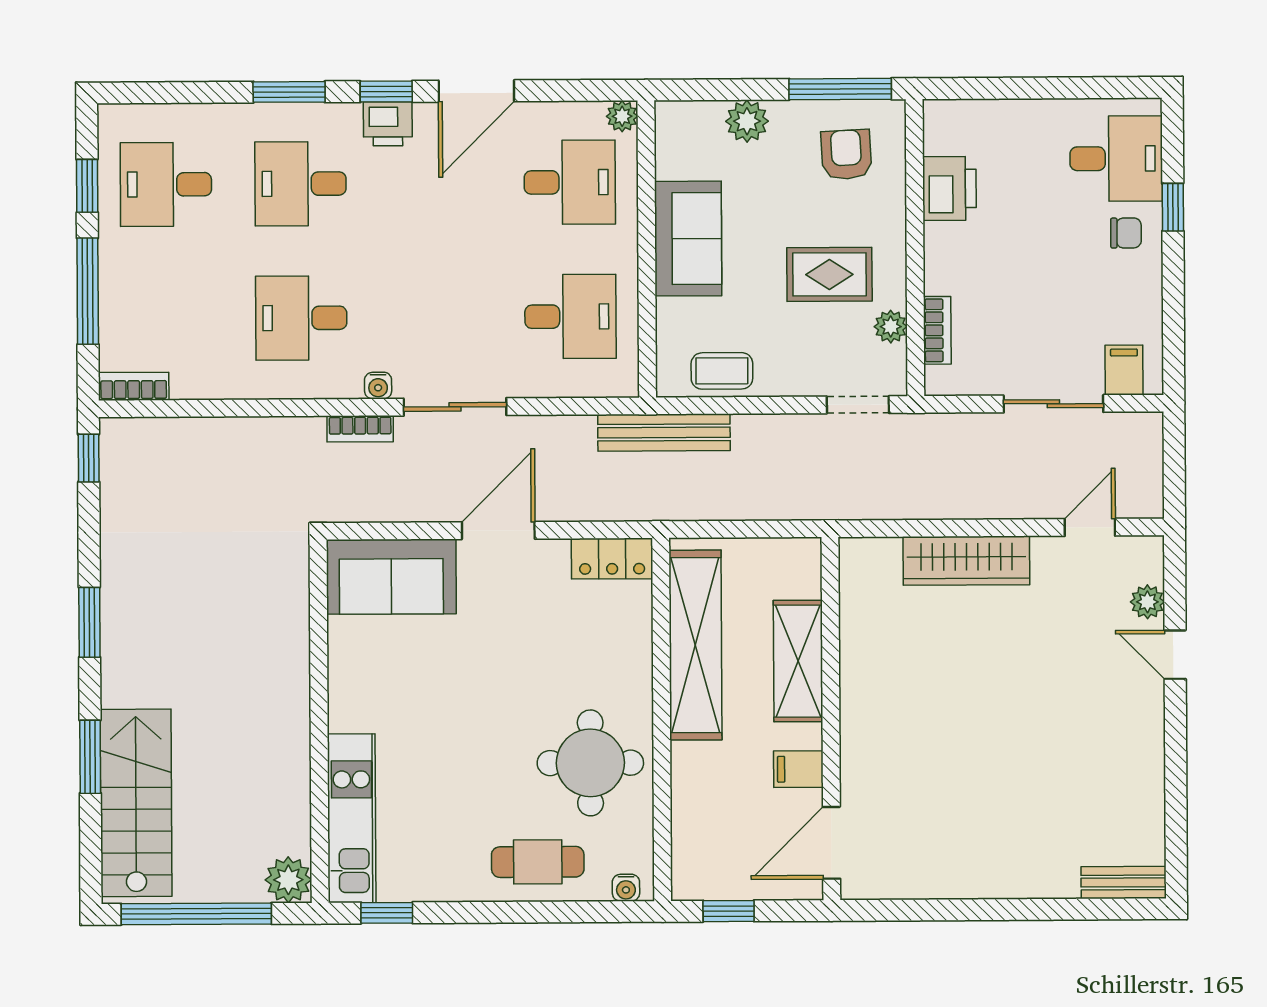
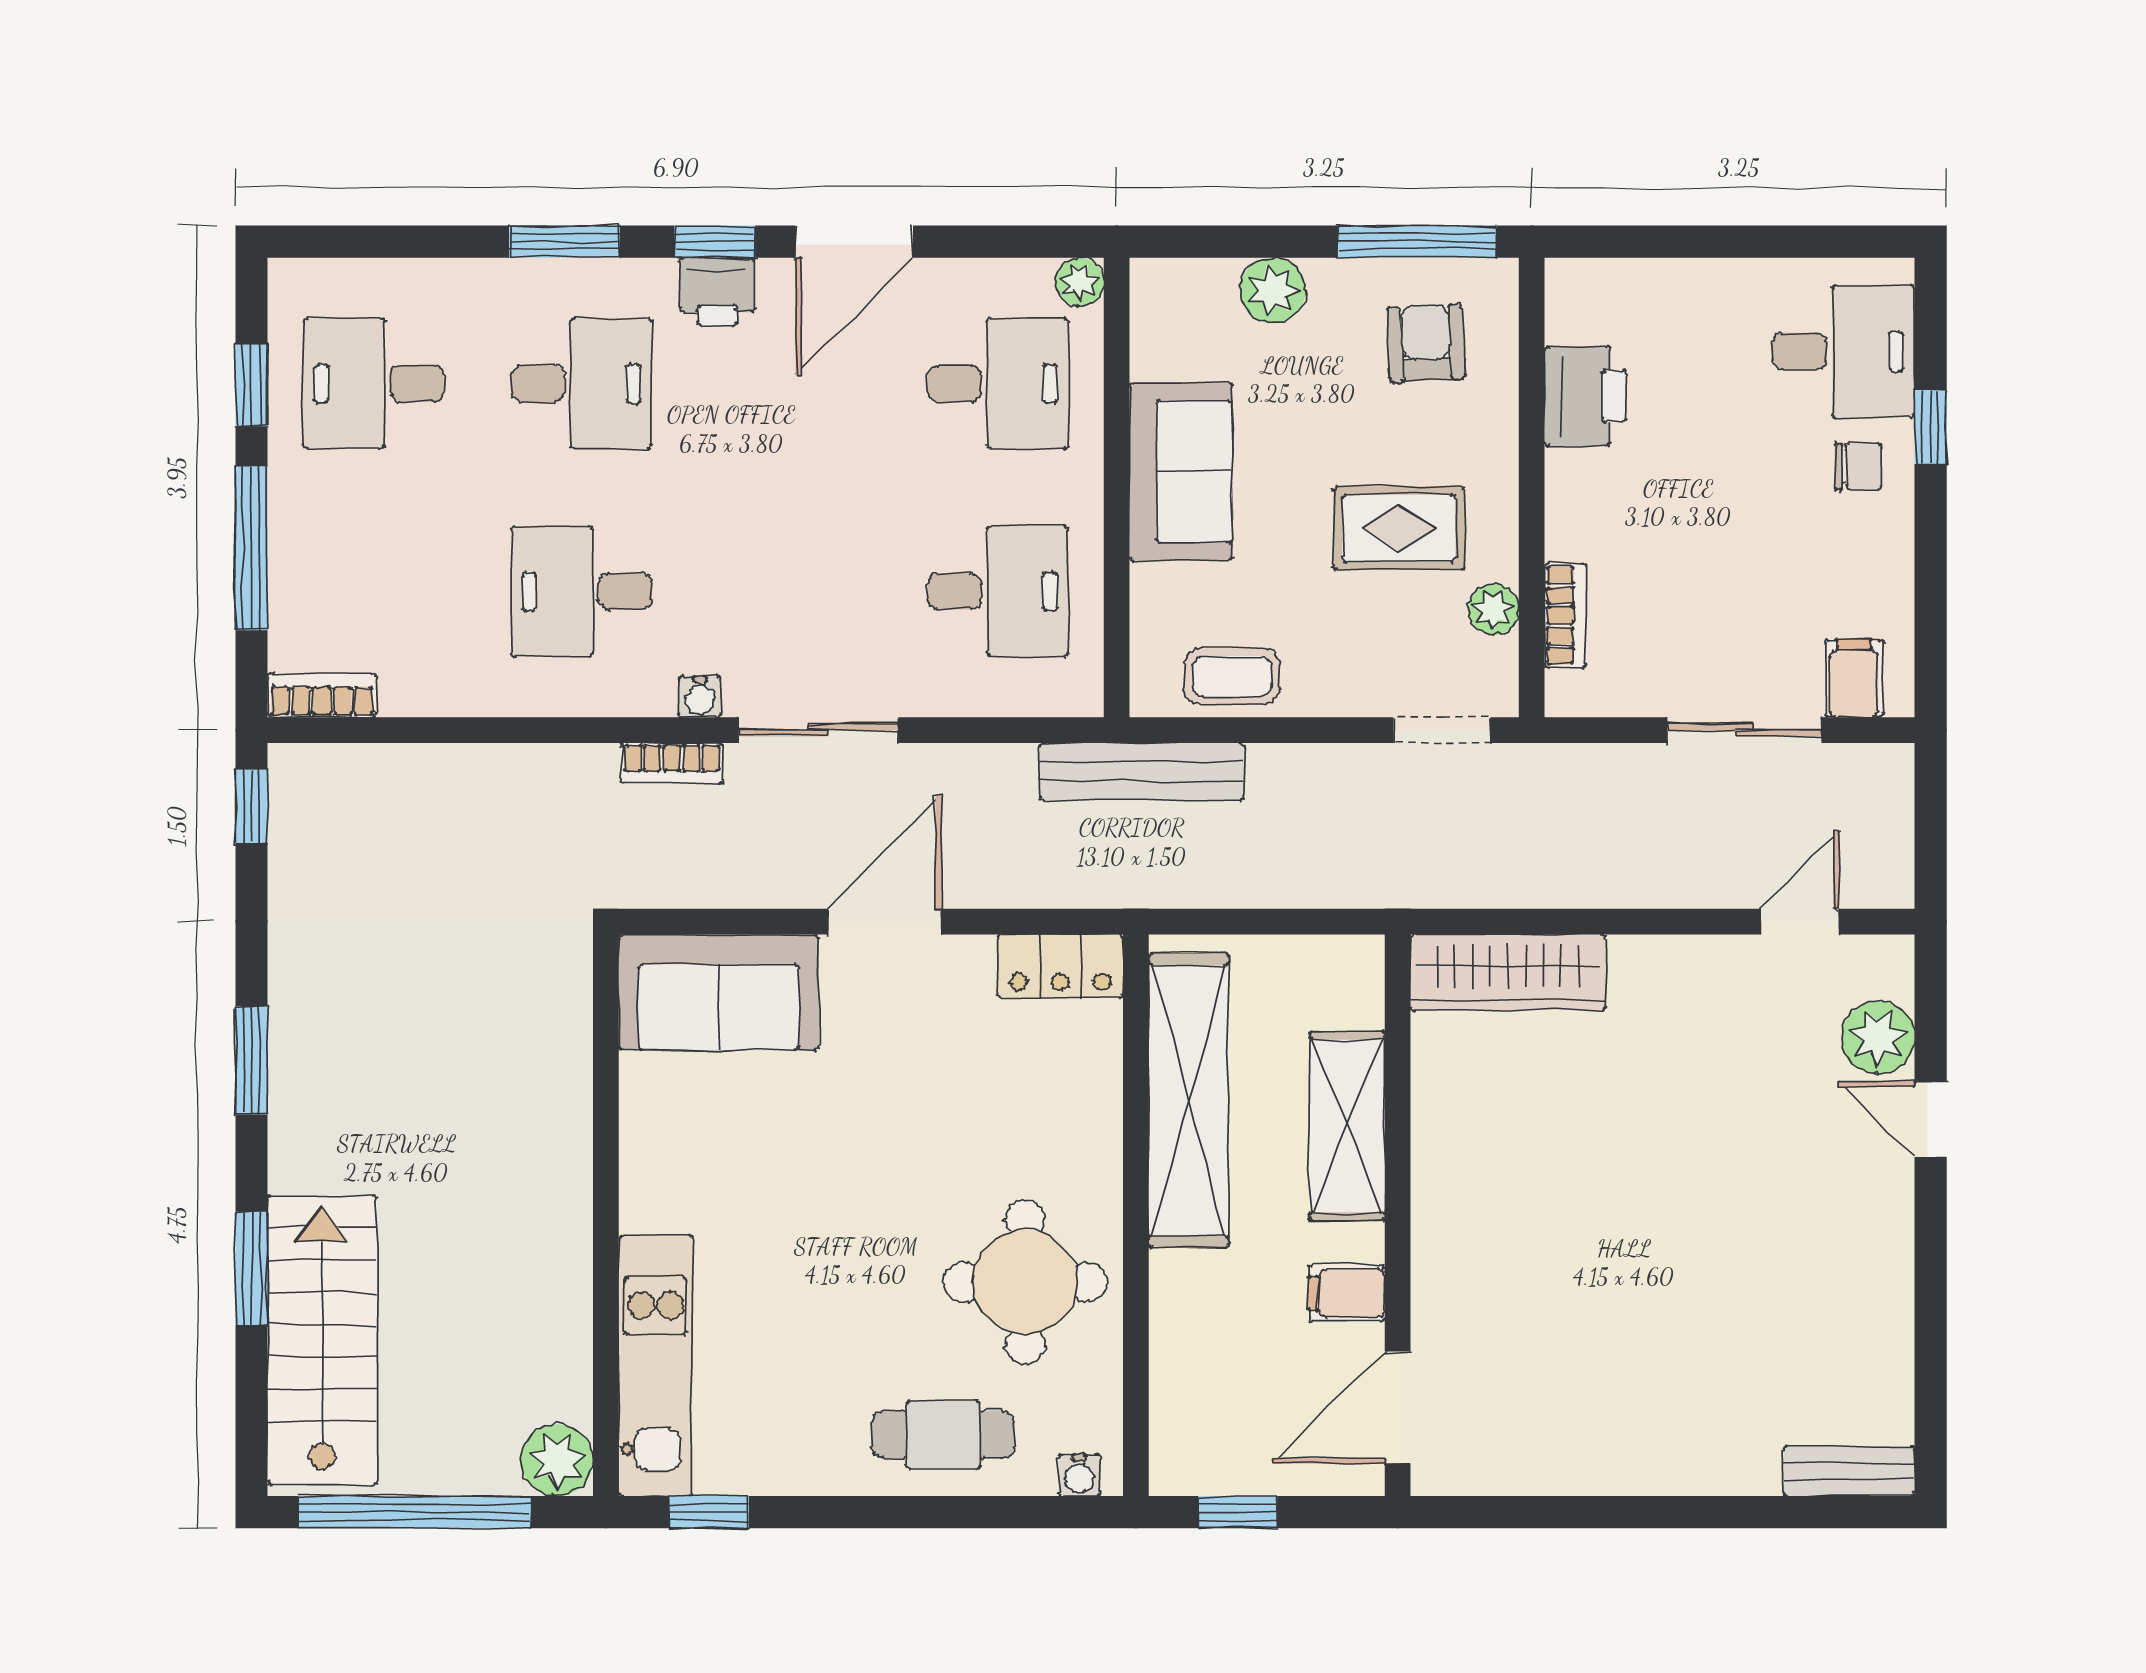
desk: (301, 184) -> (582, 384), turned 180
wardrobe: (966, 561) -> (1508, 972), moved
plant: (1147, 602) -> (1878, 1037), width x1.38, depth x1.38

